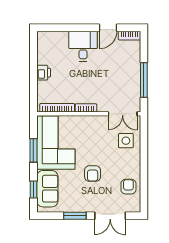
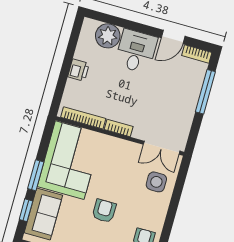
plant: (58, 41) -> (108, 36), added
window: (144, 80) -> (205, 92), moved
window: (33, 150) -> (36, 175), moved
armchair: (93, 174) -> (104, 211), turned 180

